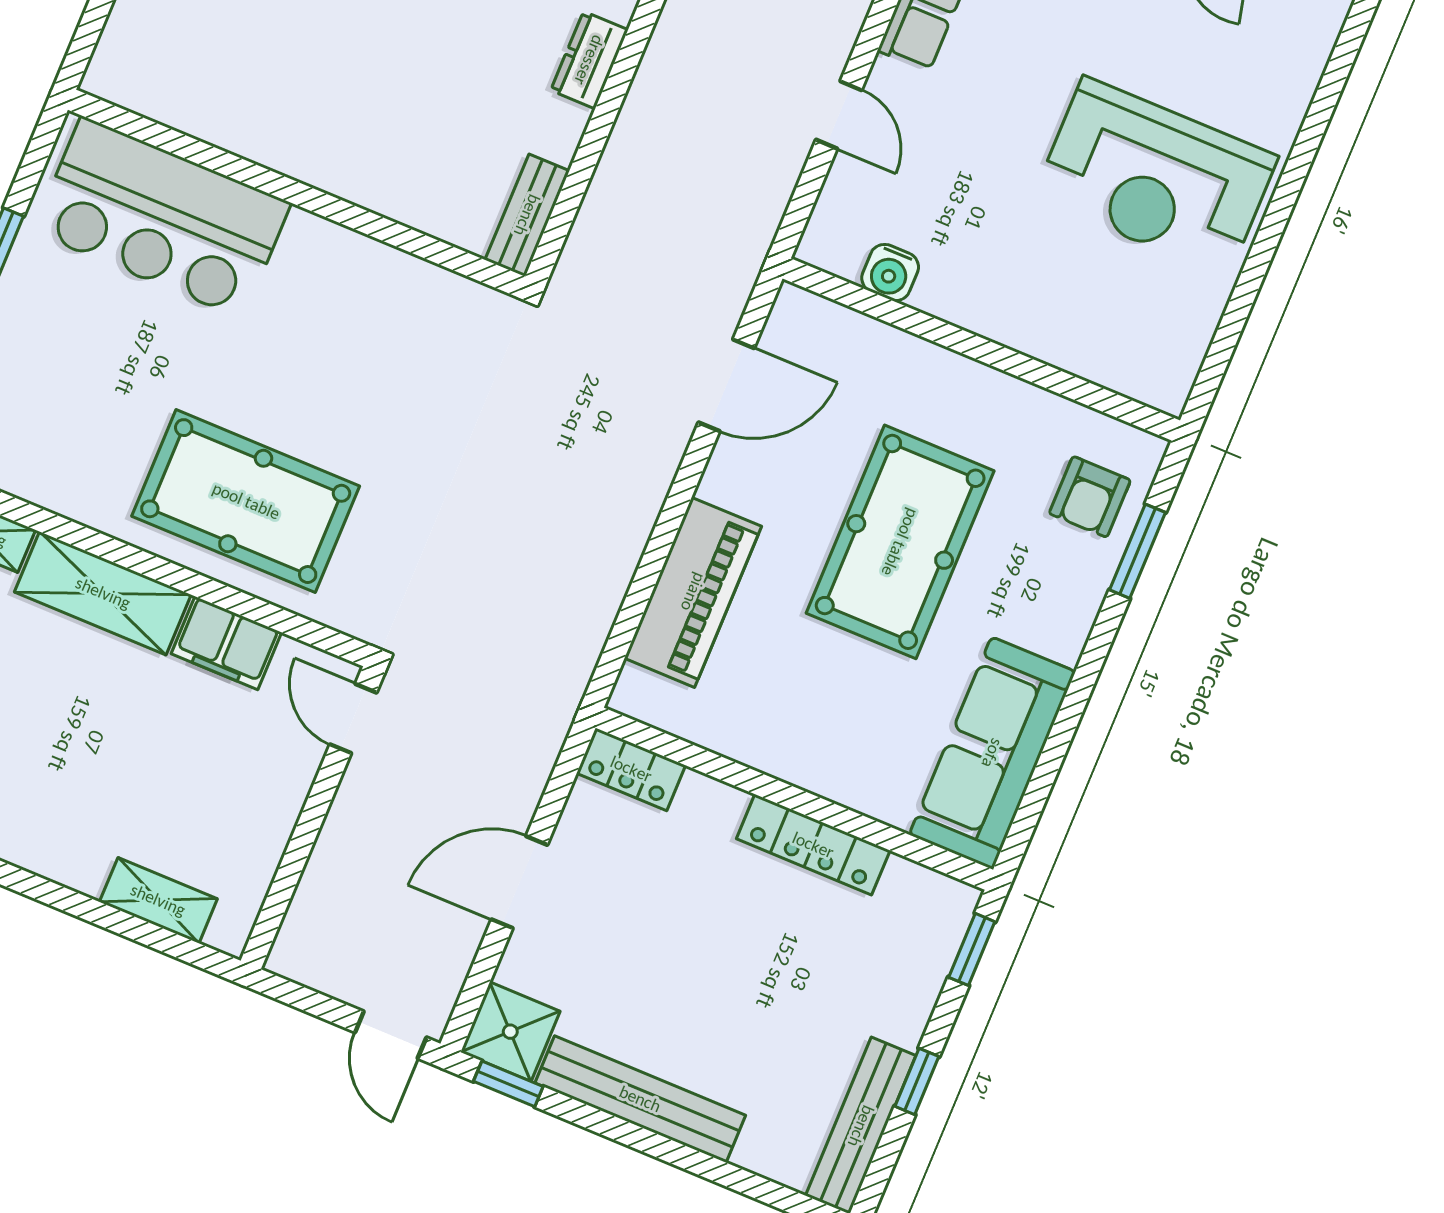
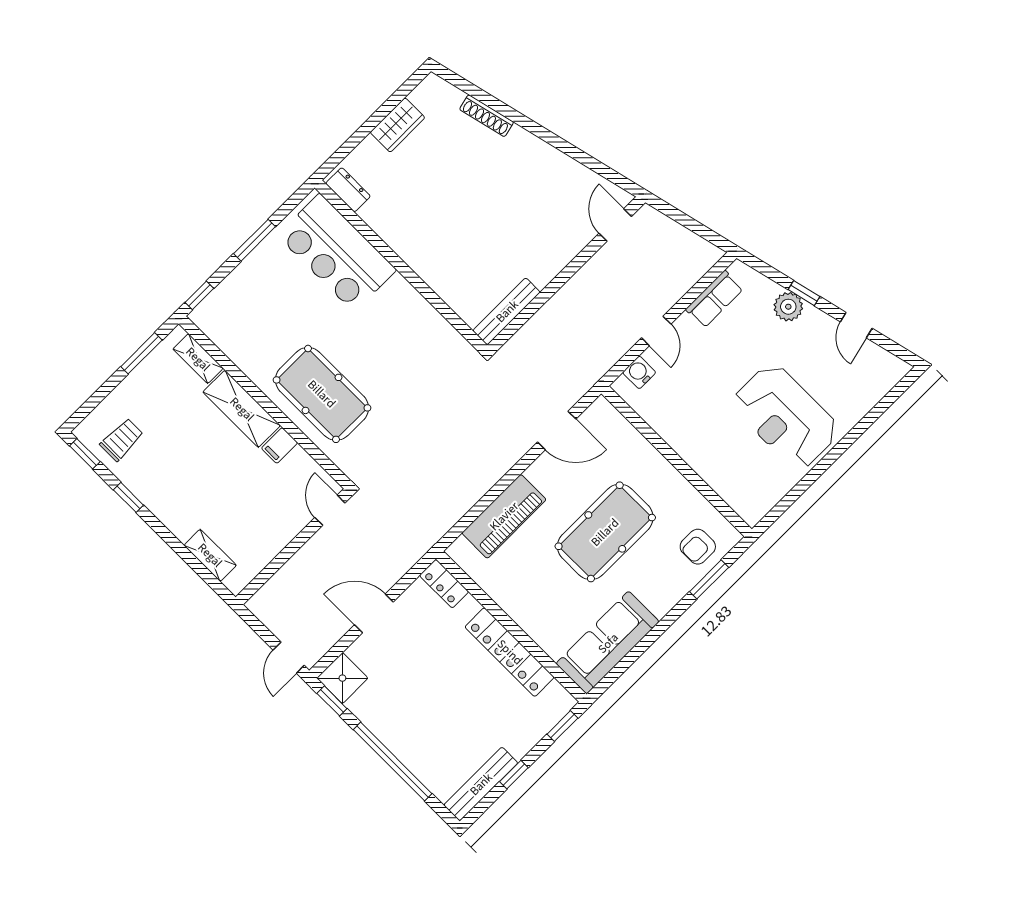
dresser: (589, 60) -> (348, 190), moved, turned 90
bench: (527, 215) -> (507, 311), width x1.36
water cooler: (890, 272) -> (639, 372), moved, turned 90
filing cabinet: (226, 643) -> (279, 445), width x0.50
locker: (813, 845) -> (510, 652), width x1.41, depth x1.21
bench: (640, 1099) -> (388, 732), removed
window: (673, 1152) -> (393, 762), added

